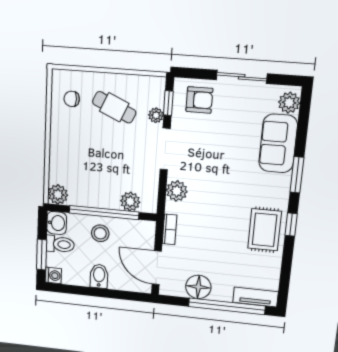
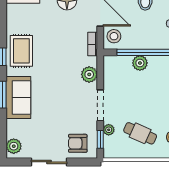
sofa: (278, 144) -> (18, 98), moved
plant: (130, 202) -> (140, 63), moved
stool: (100, 233) -> (114, 36), moved

